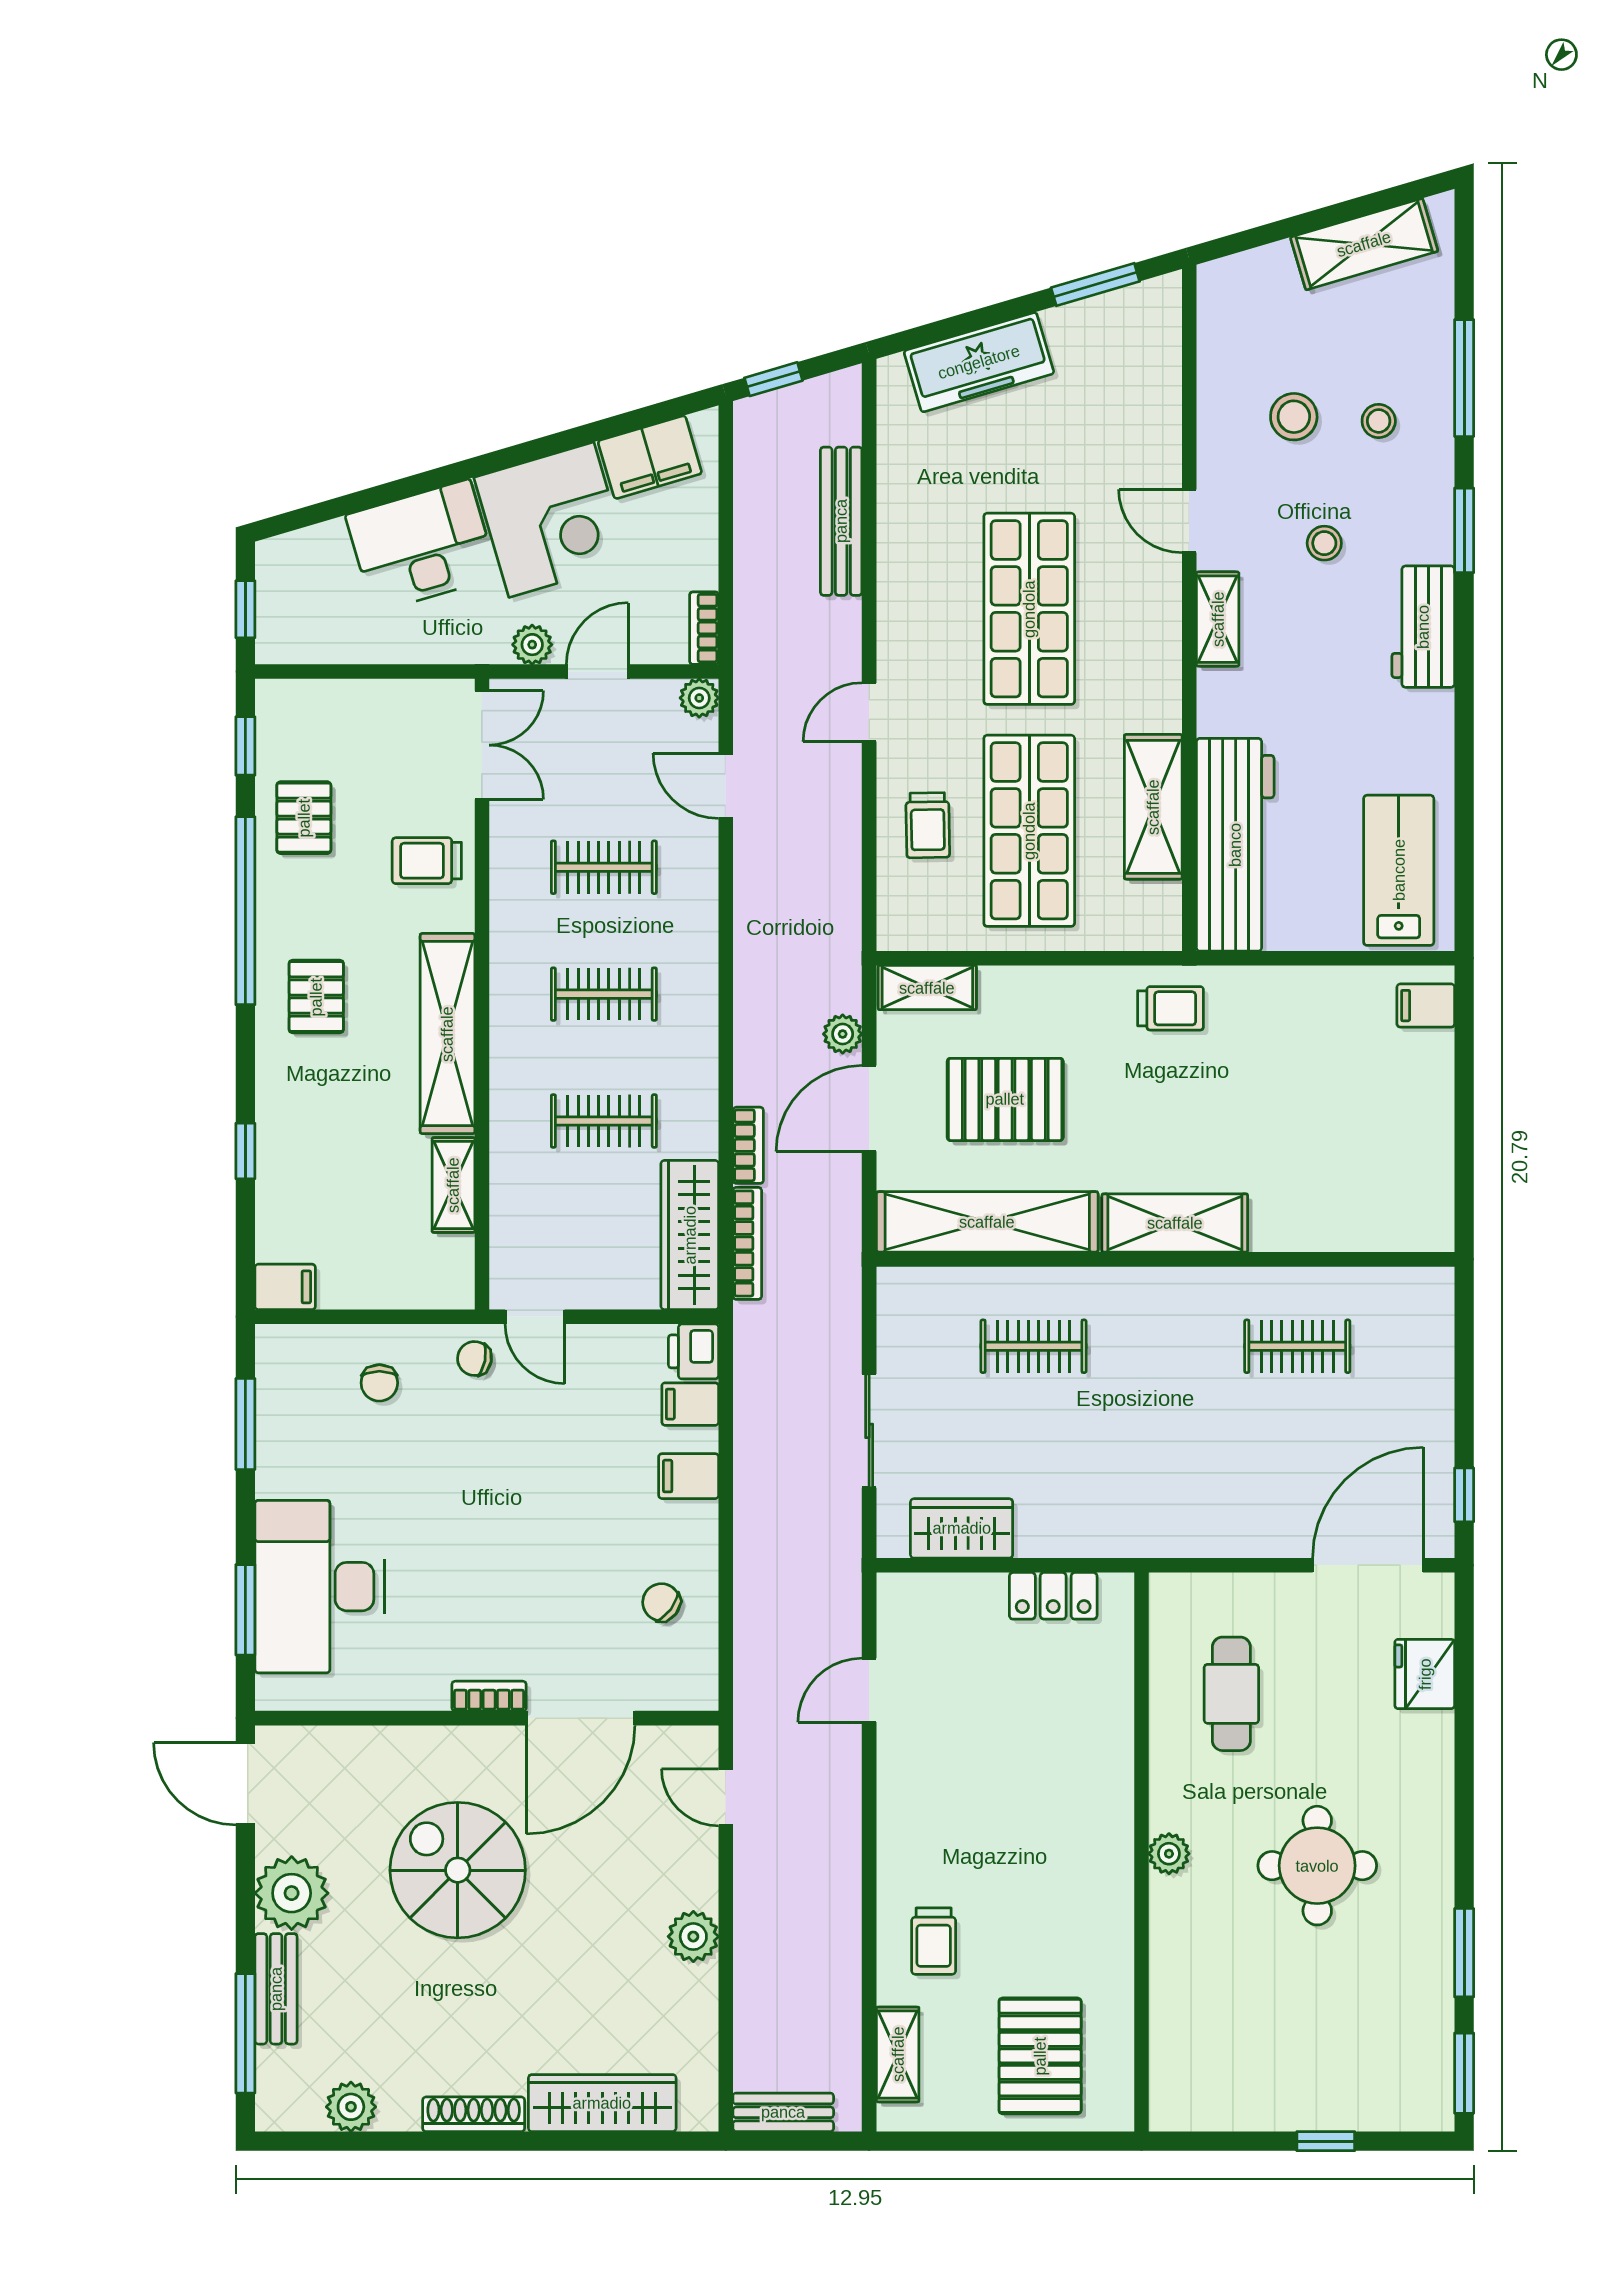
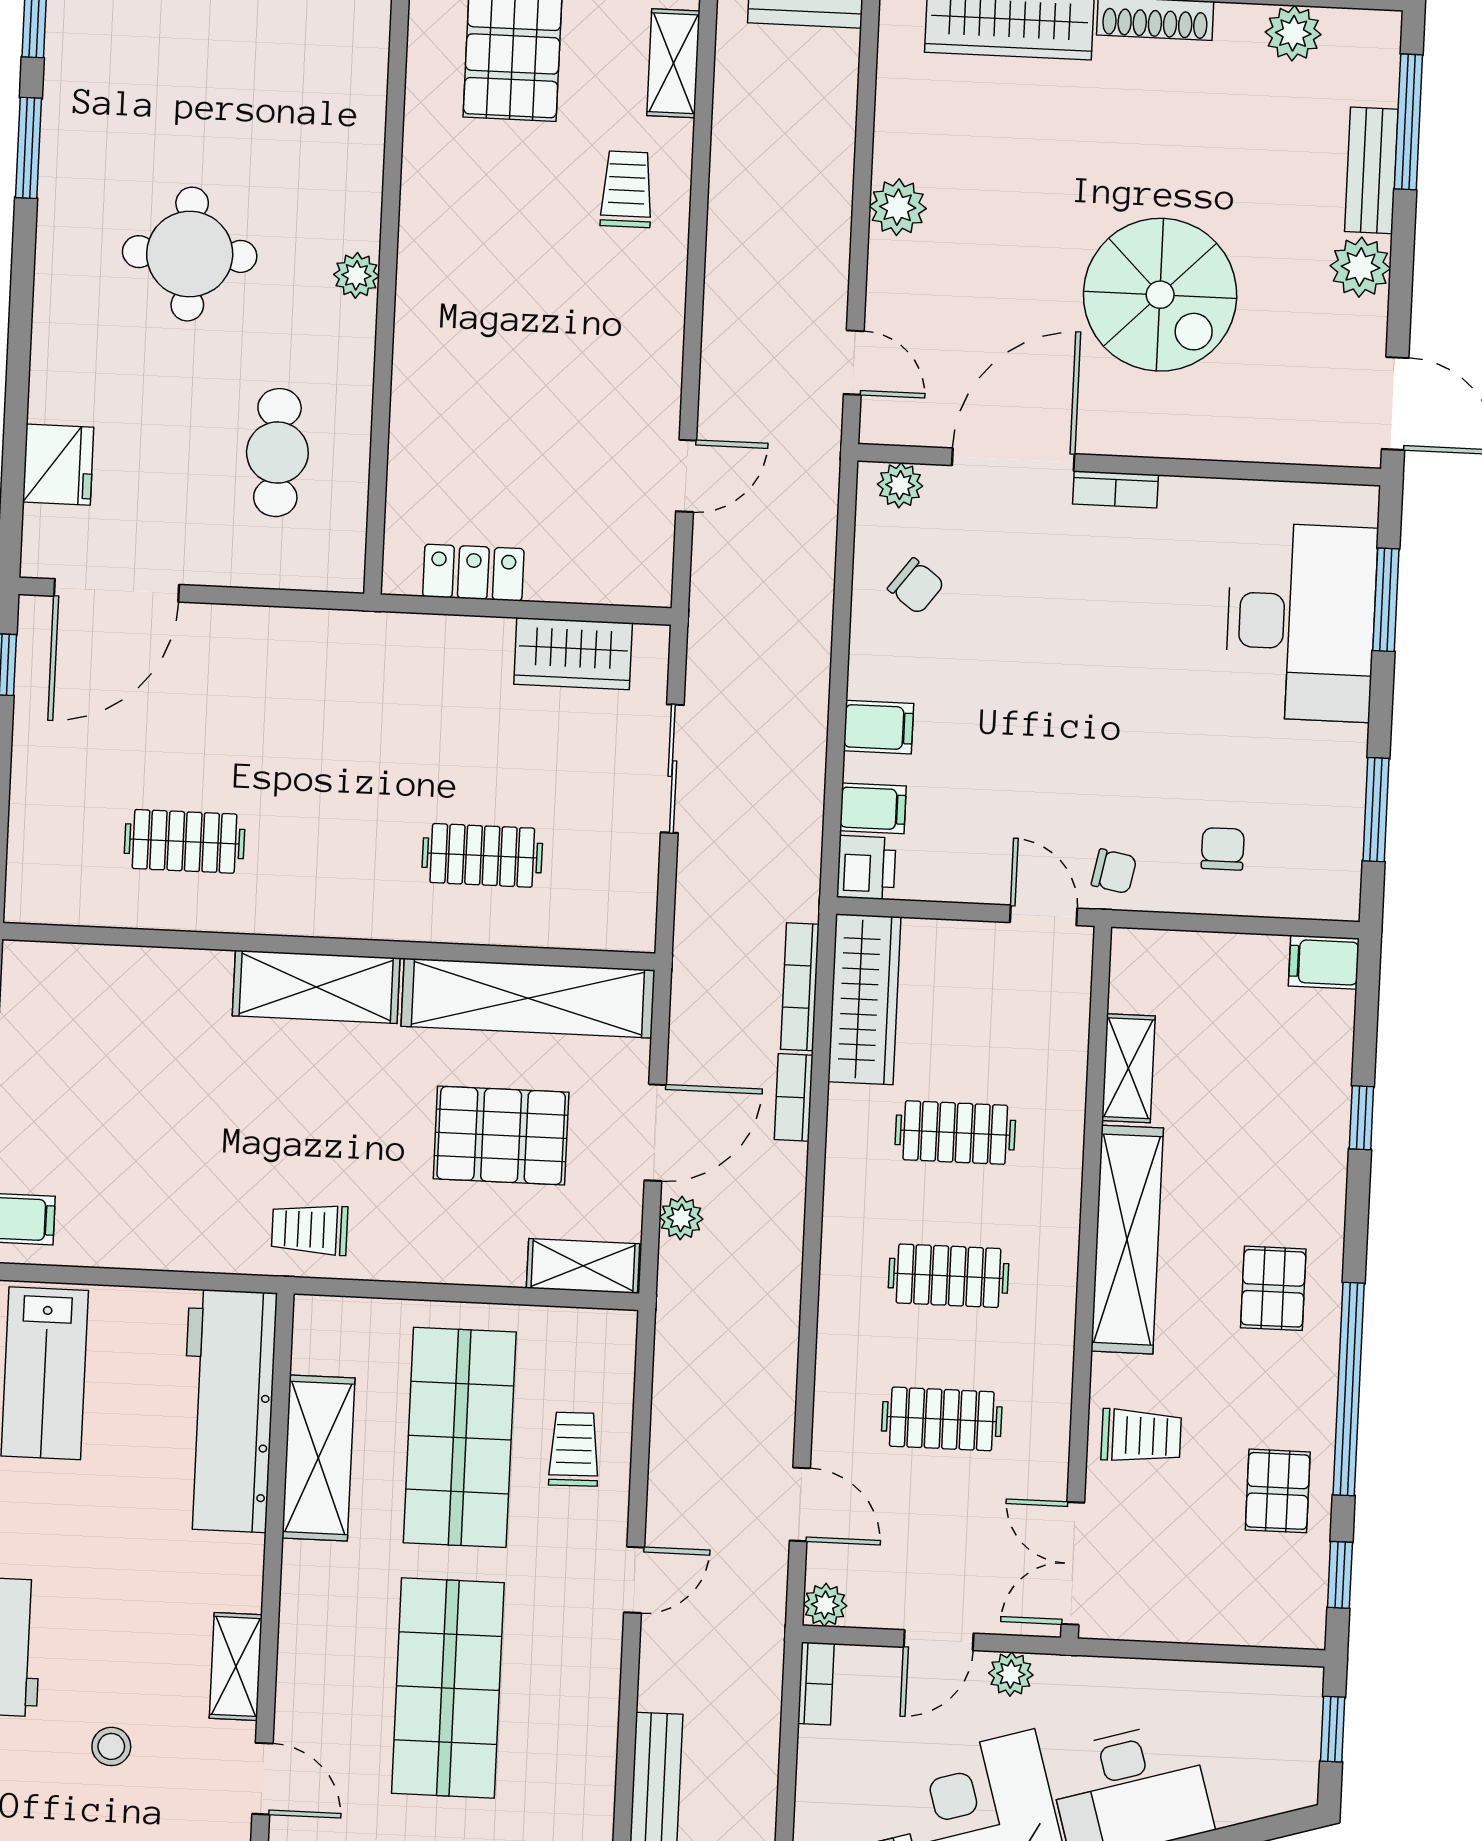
plant: (680, 1691) -> (900, 485), added
plant: (292, 1893) -> (1360, 267), width x0.73, depth x0.73

